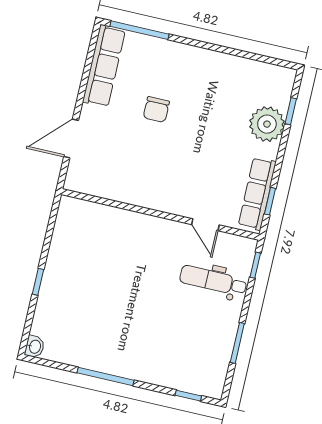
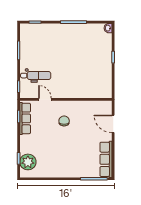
chair: (156, 110) -> (64, 121), moved
plant: (267, 124) -> (28, 162), moved
door: (71, 138) -> (113, 124), swing flipped

